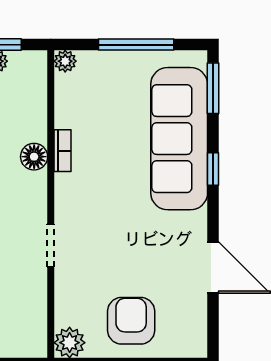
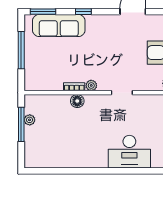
plant: (65, 61) -> (91, 85), moved
sofa: (179, 139) -> (59, 26), width x0.74, depth x0.79

